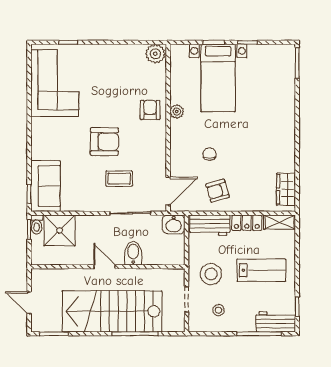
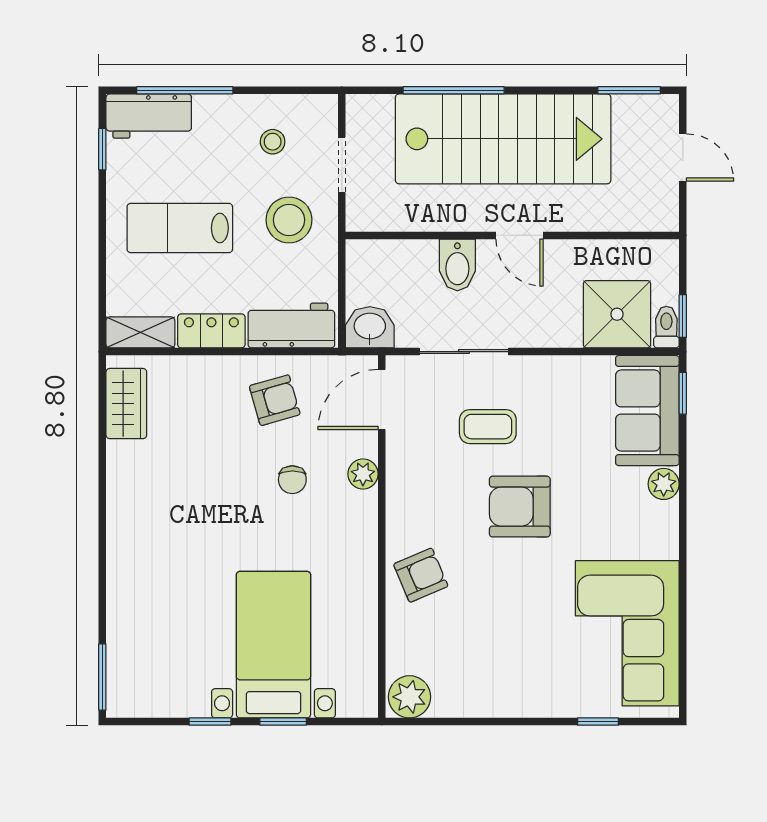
armchair: (150, 110) -> (421, 575), turned -113
plant: (177, 112) -> (363, 474), moved
plant: (38, 152) -> (664, 484), added

